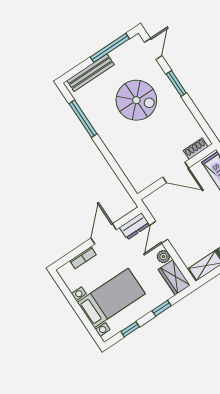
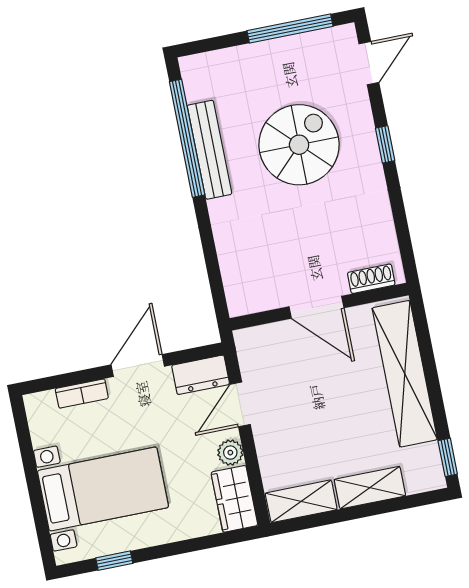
bench: (91, 73) -> (209, 150), moved, turned 90
window: (176, 84) -> (385, 144), width x0.67
spiral stairs: (136, 100) -> (299, 145), turned -90
window: (83, 119) -> (187, 138), width x1.46
window: (162, 308) -> (188, 546), removed

